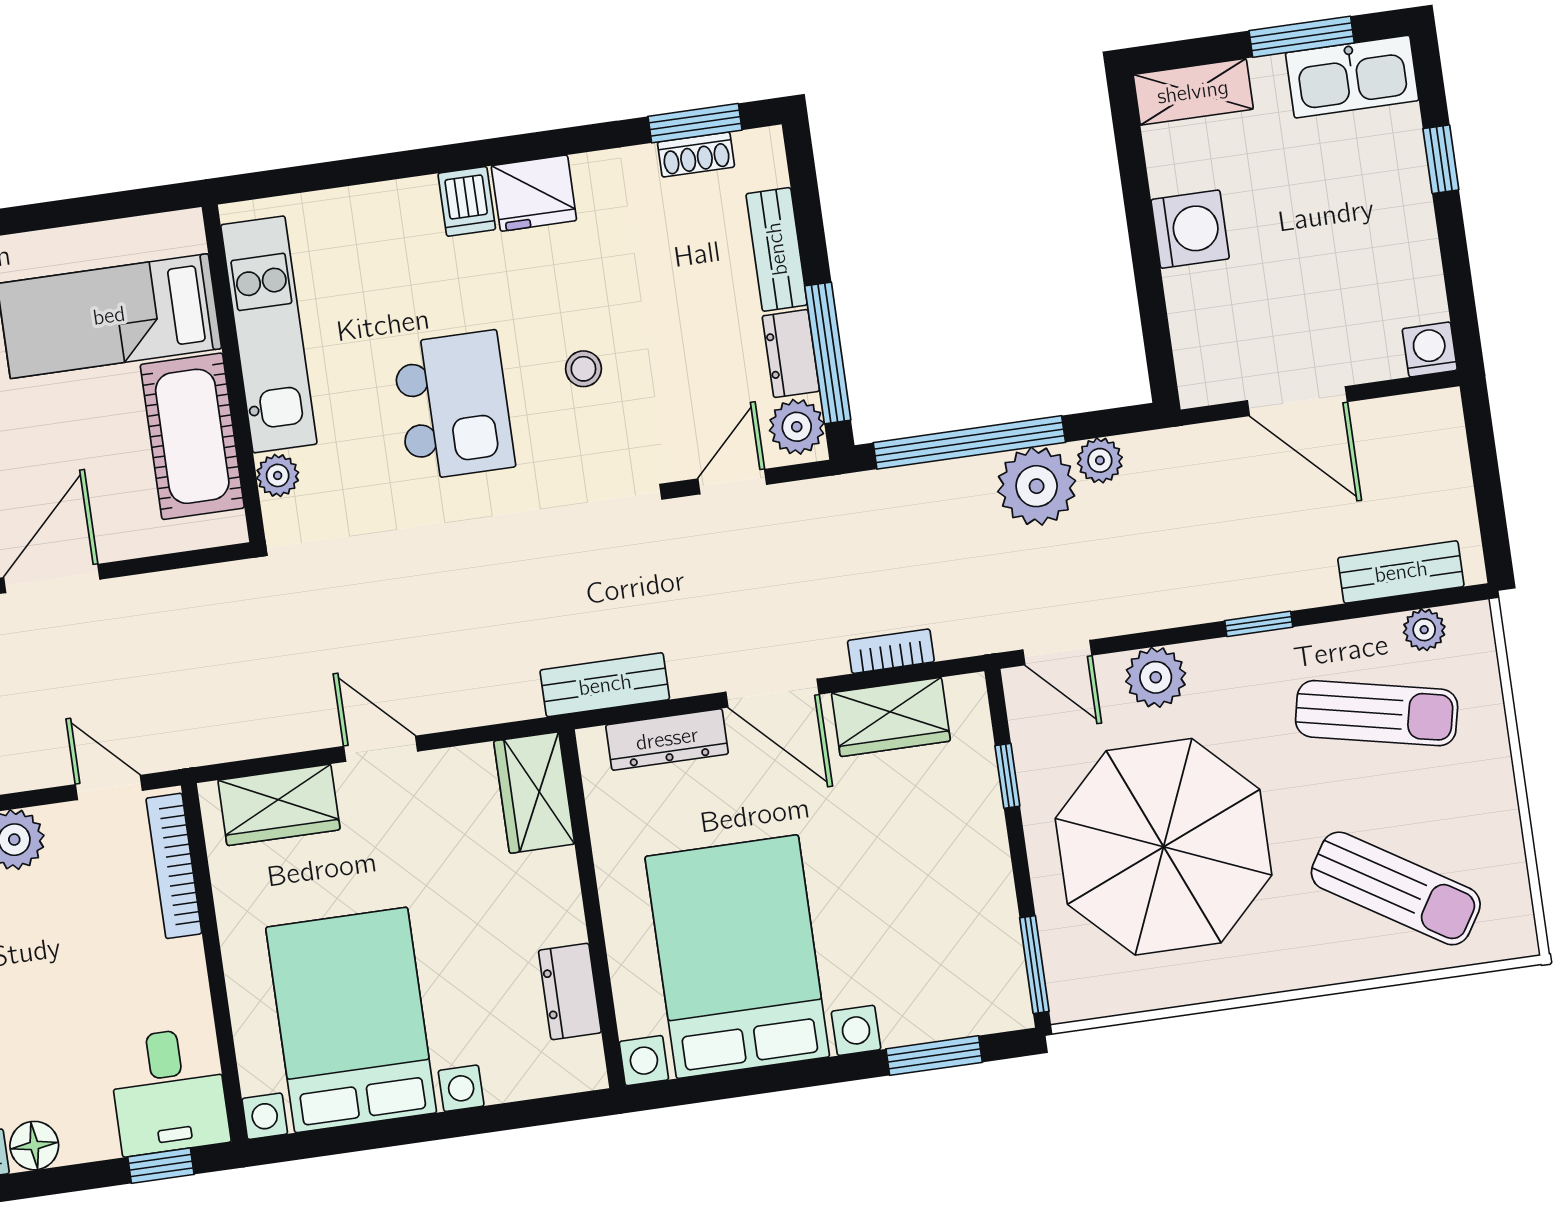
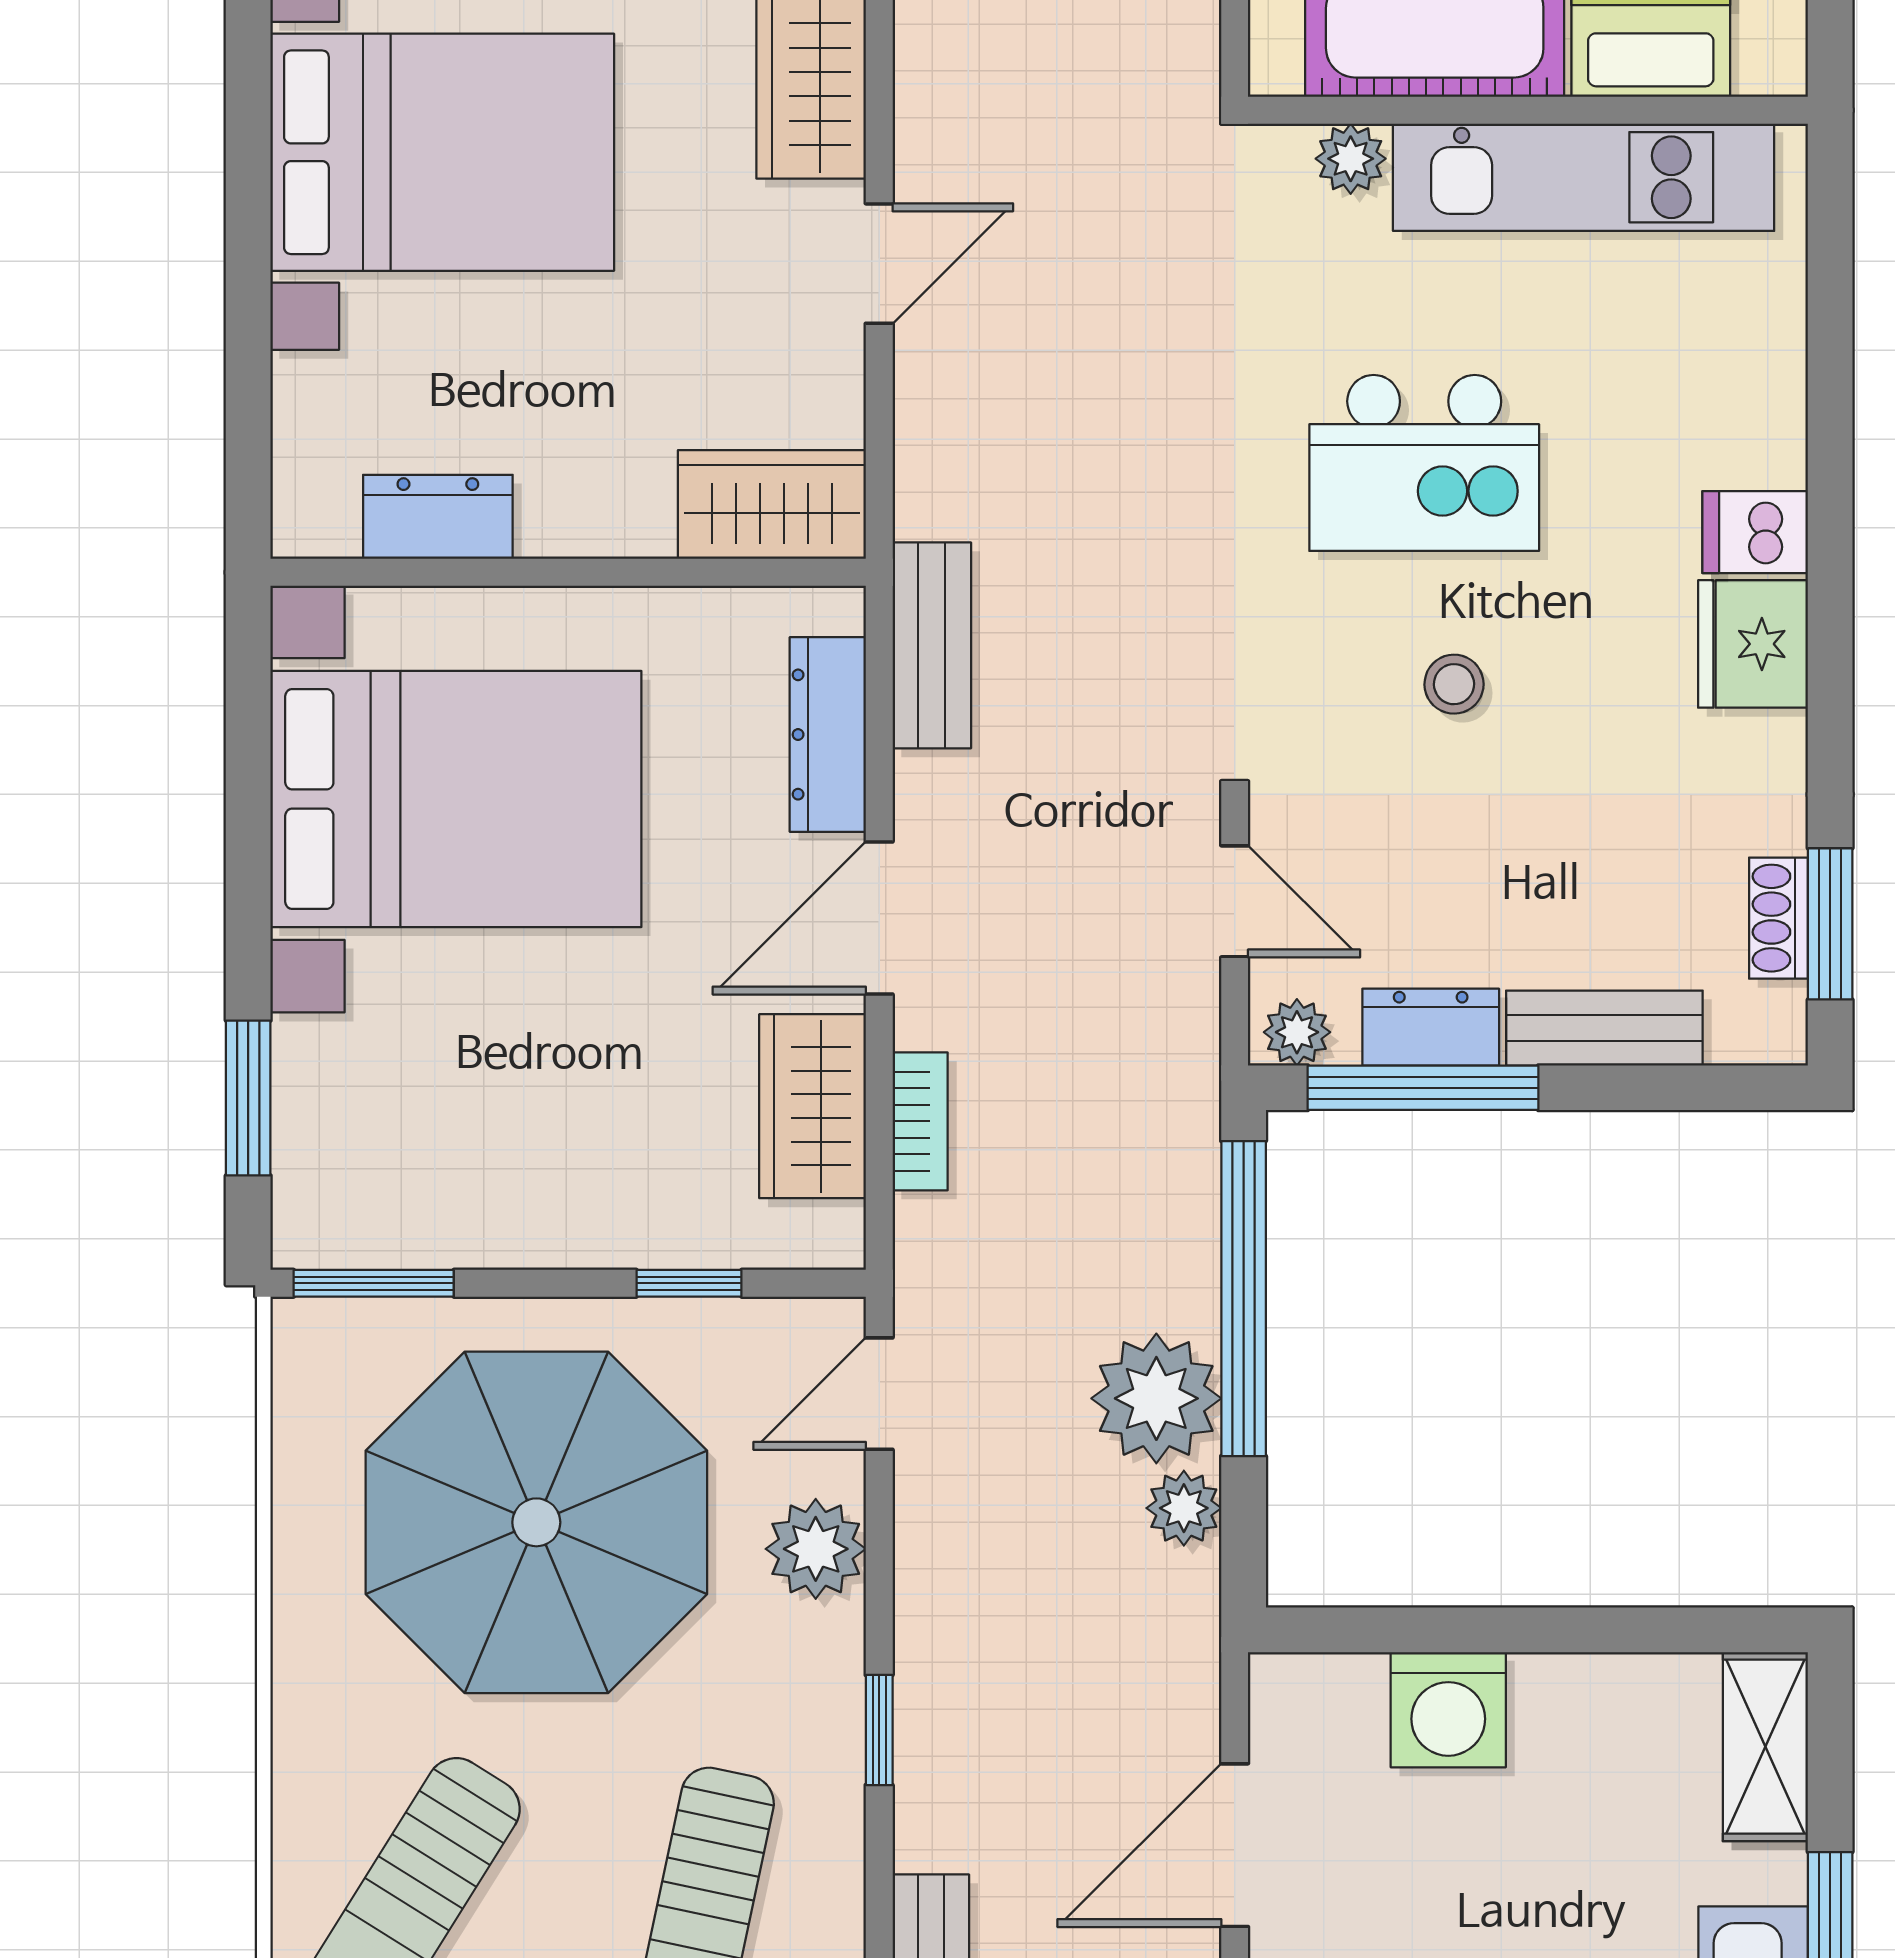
washing machine: (1190, 229) -> (1448, 1710), moved
plant: (797, 427) -> (1297, 1032), width x0.73, depth x0.73

